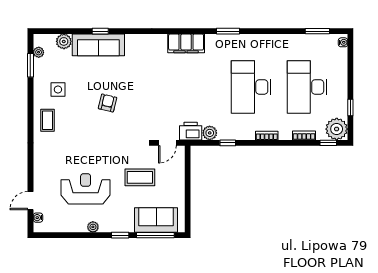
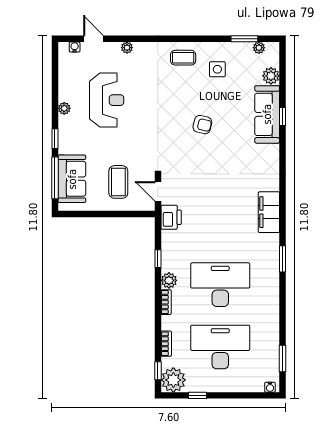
plant: (210, 133) -> (169, 280), moved
plant: (38, 171) -> (127, 48), added
coffee table: (140, 177) -> (118, 182), moved

